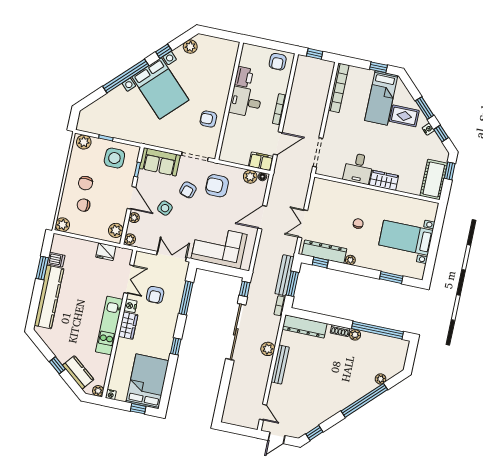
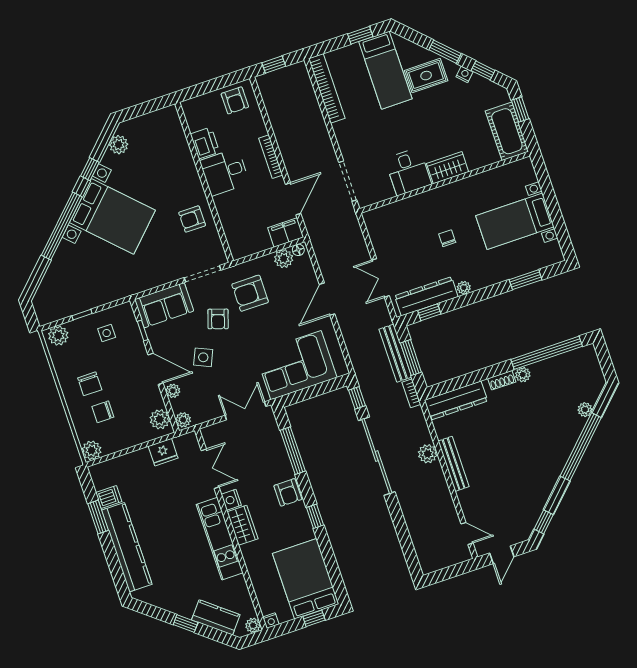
side table: (114, 158) -> (107, 333), width x0.54, depth x0.54
armchair: (155, 295) -> (288, 492), moved

